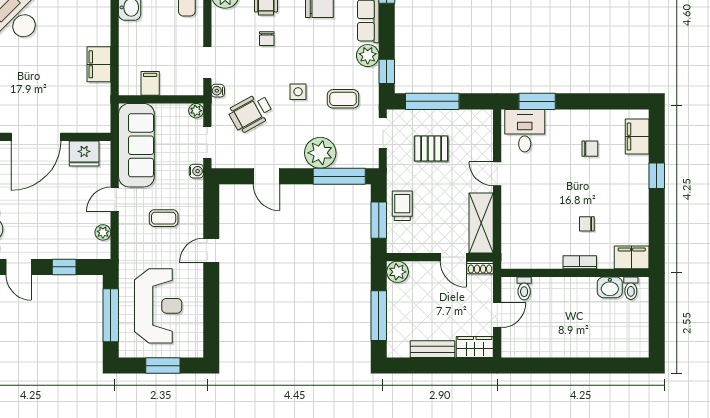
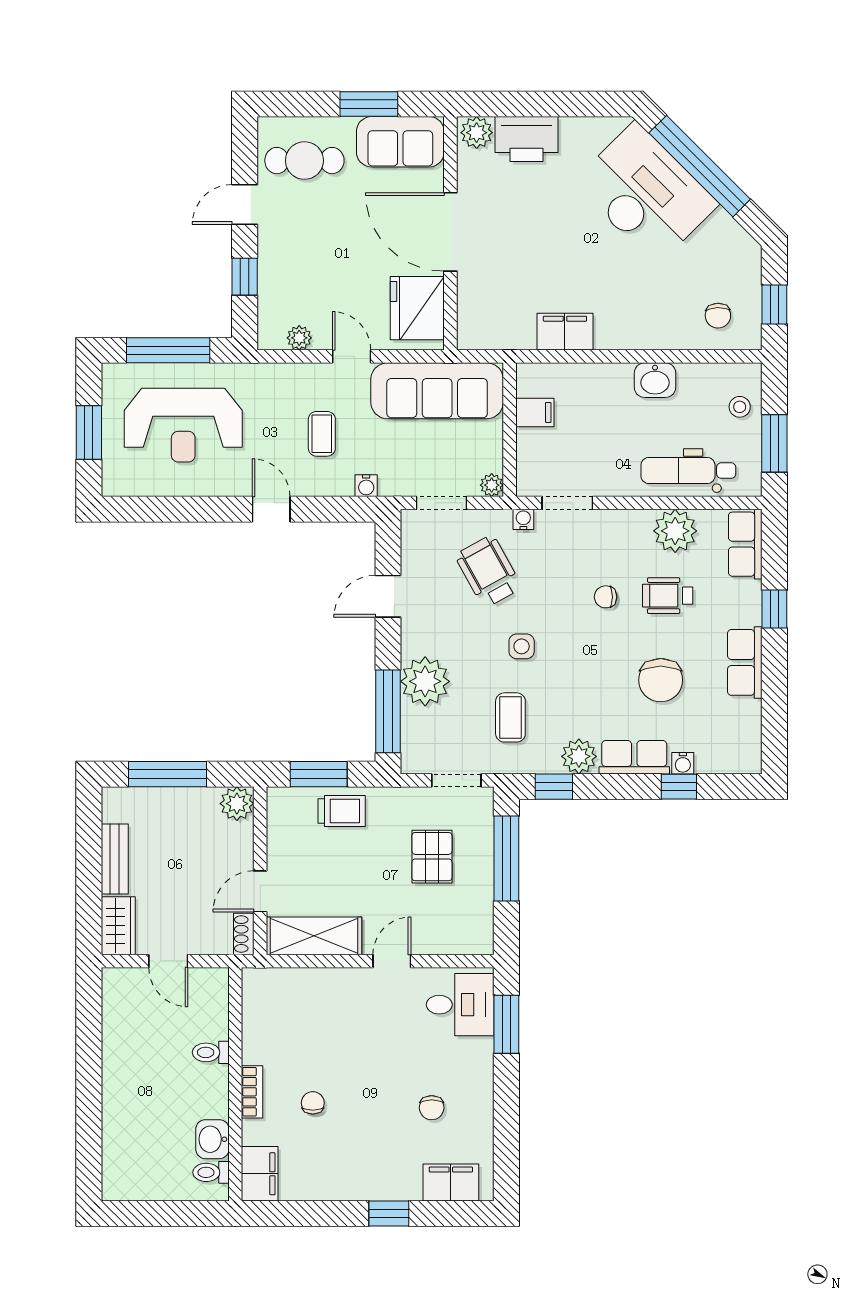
fridge: (84, 154) -> (417, 308), width x1.36, depth x1.34
water cooler: (196, 171) -> (366, 486), moved
toilet: (524, 288) -> (211, 1052), moved

